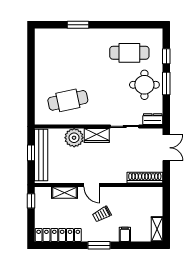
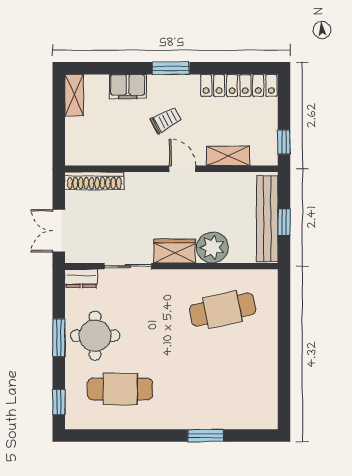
window: (166, 56) -> (59, 402), moved
filing cabinet: (125, 234) -> (128, 86), width x2.00

